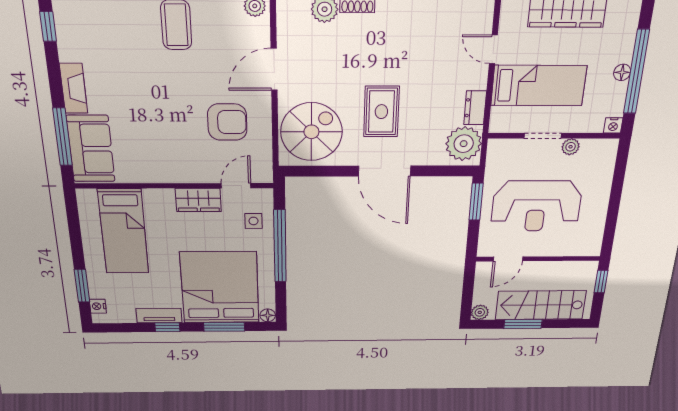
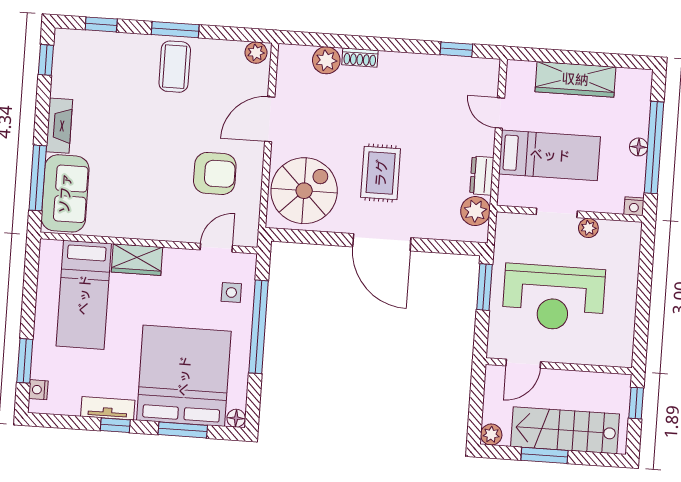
plant: (464, 144) -> (475, 211), width x0.73, depth x0.73
wardrobe: (198, 200) -> (137, 260), moved

